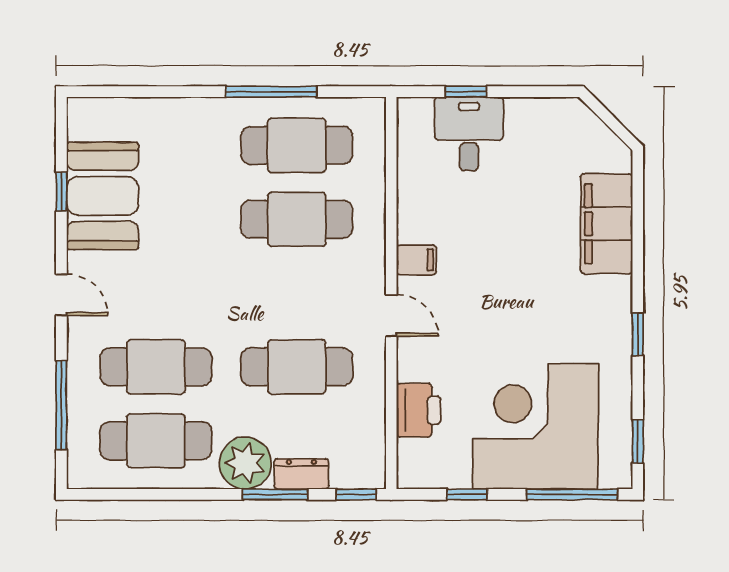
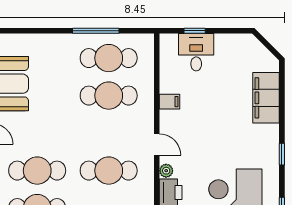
filing cabinet: (416, 260) -> (169, 102), moved
plant: (410, 367) -> (166, 171), added

